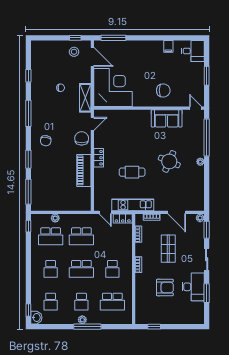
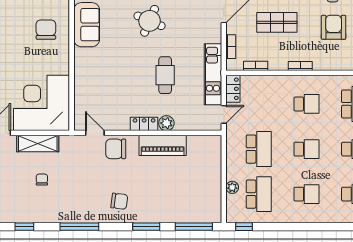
shelving: (85, 98) -> (38, 144), moved
plant: (99, 173) -> (166, 123), added
school desk: (81, 269) -> (306, 149), width x0.54

